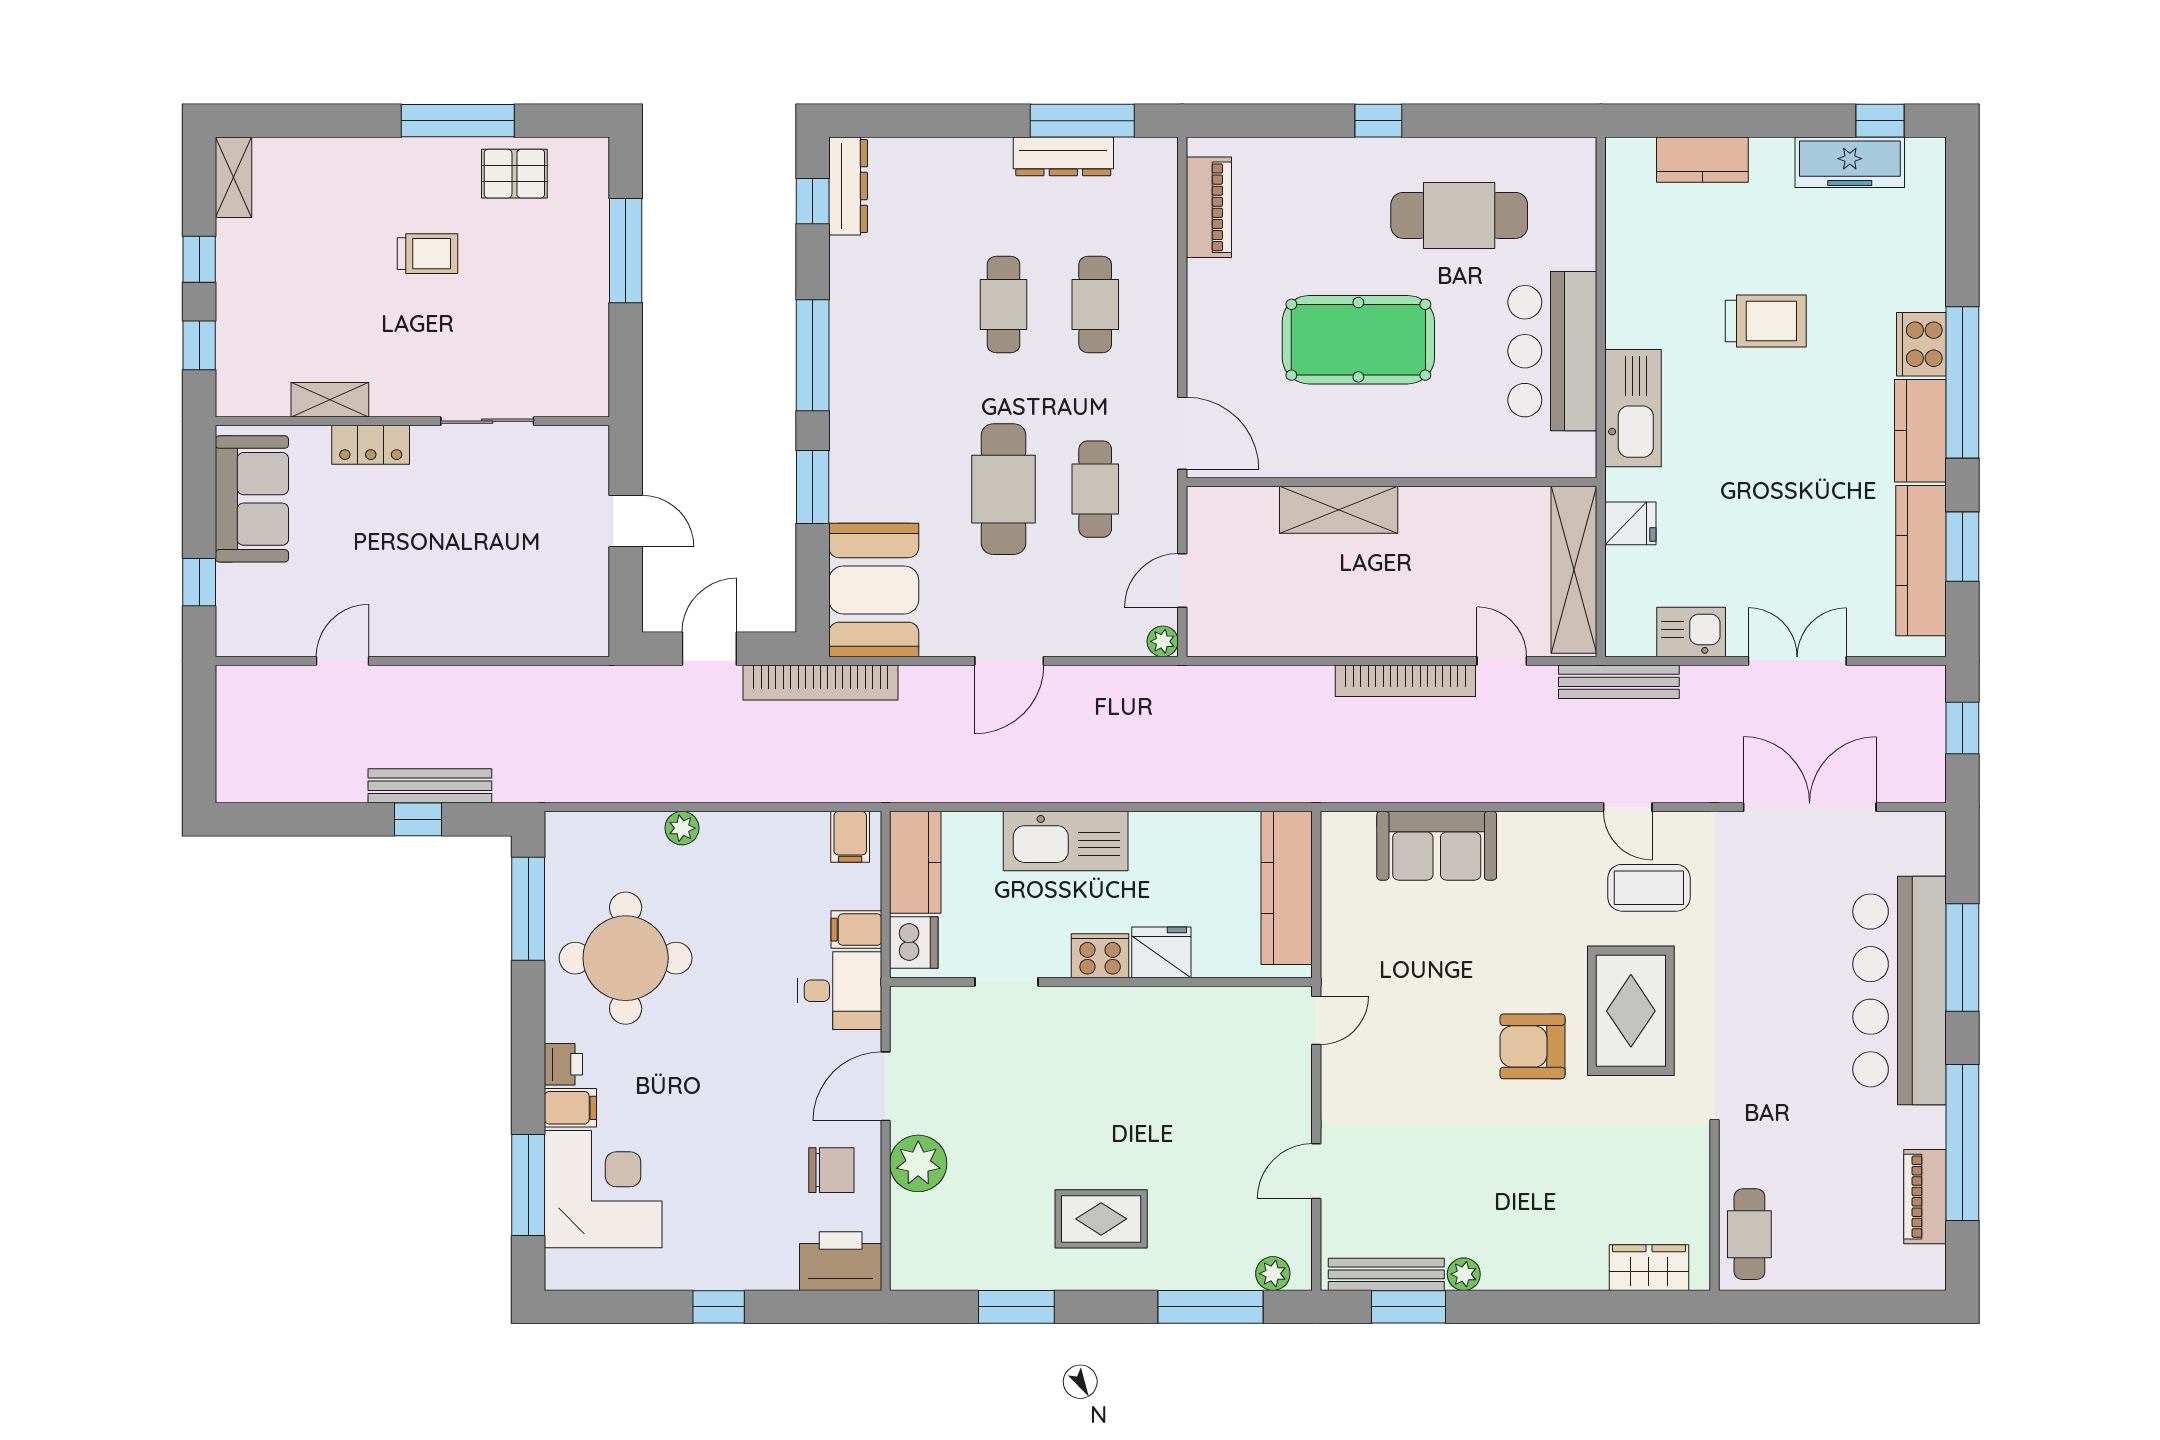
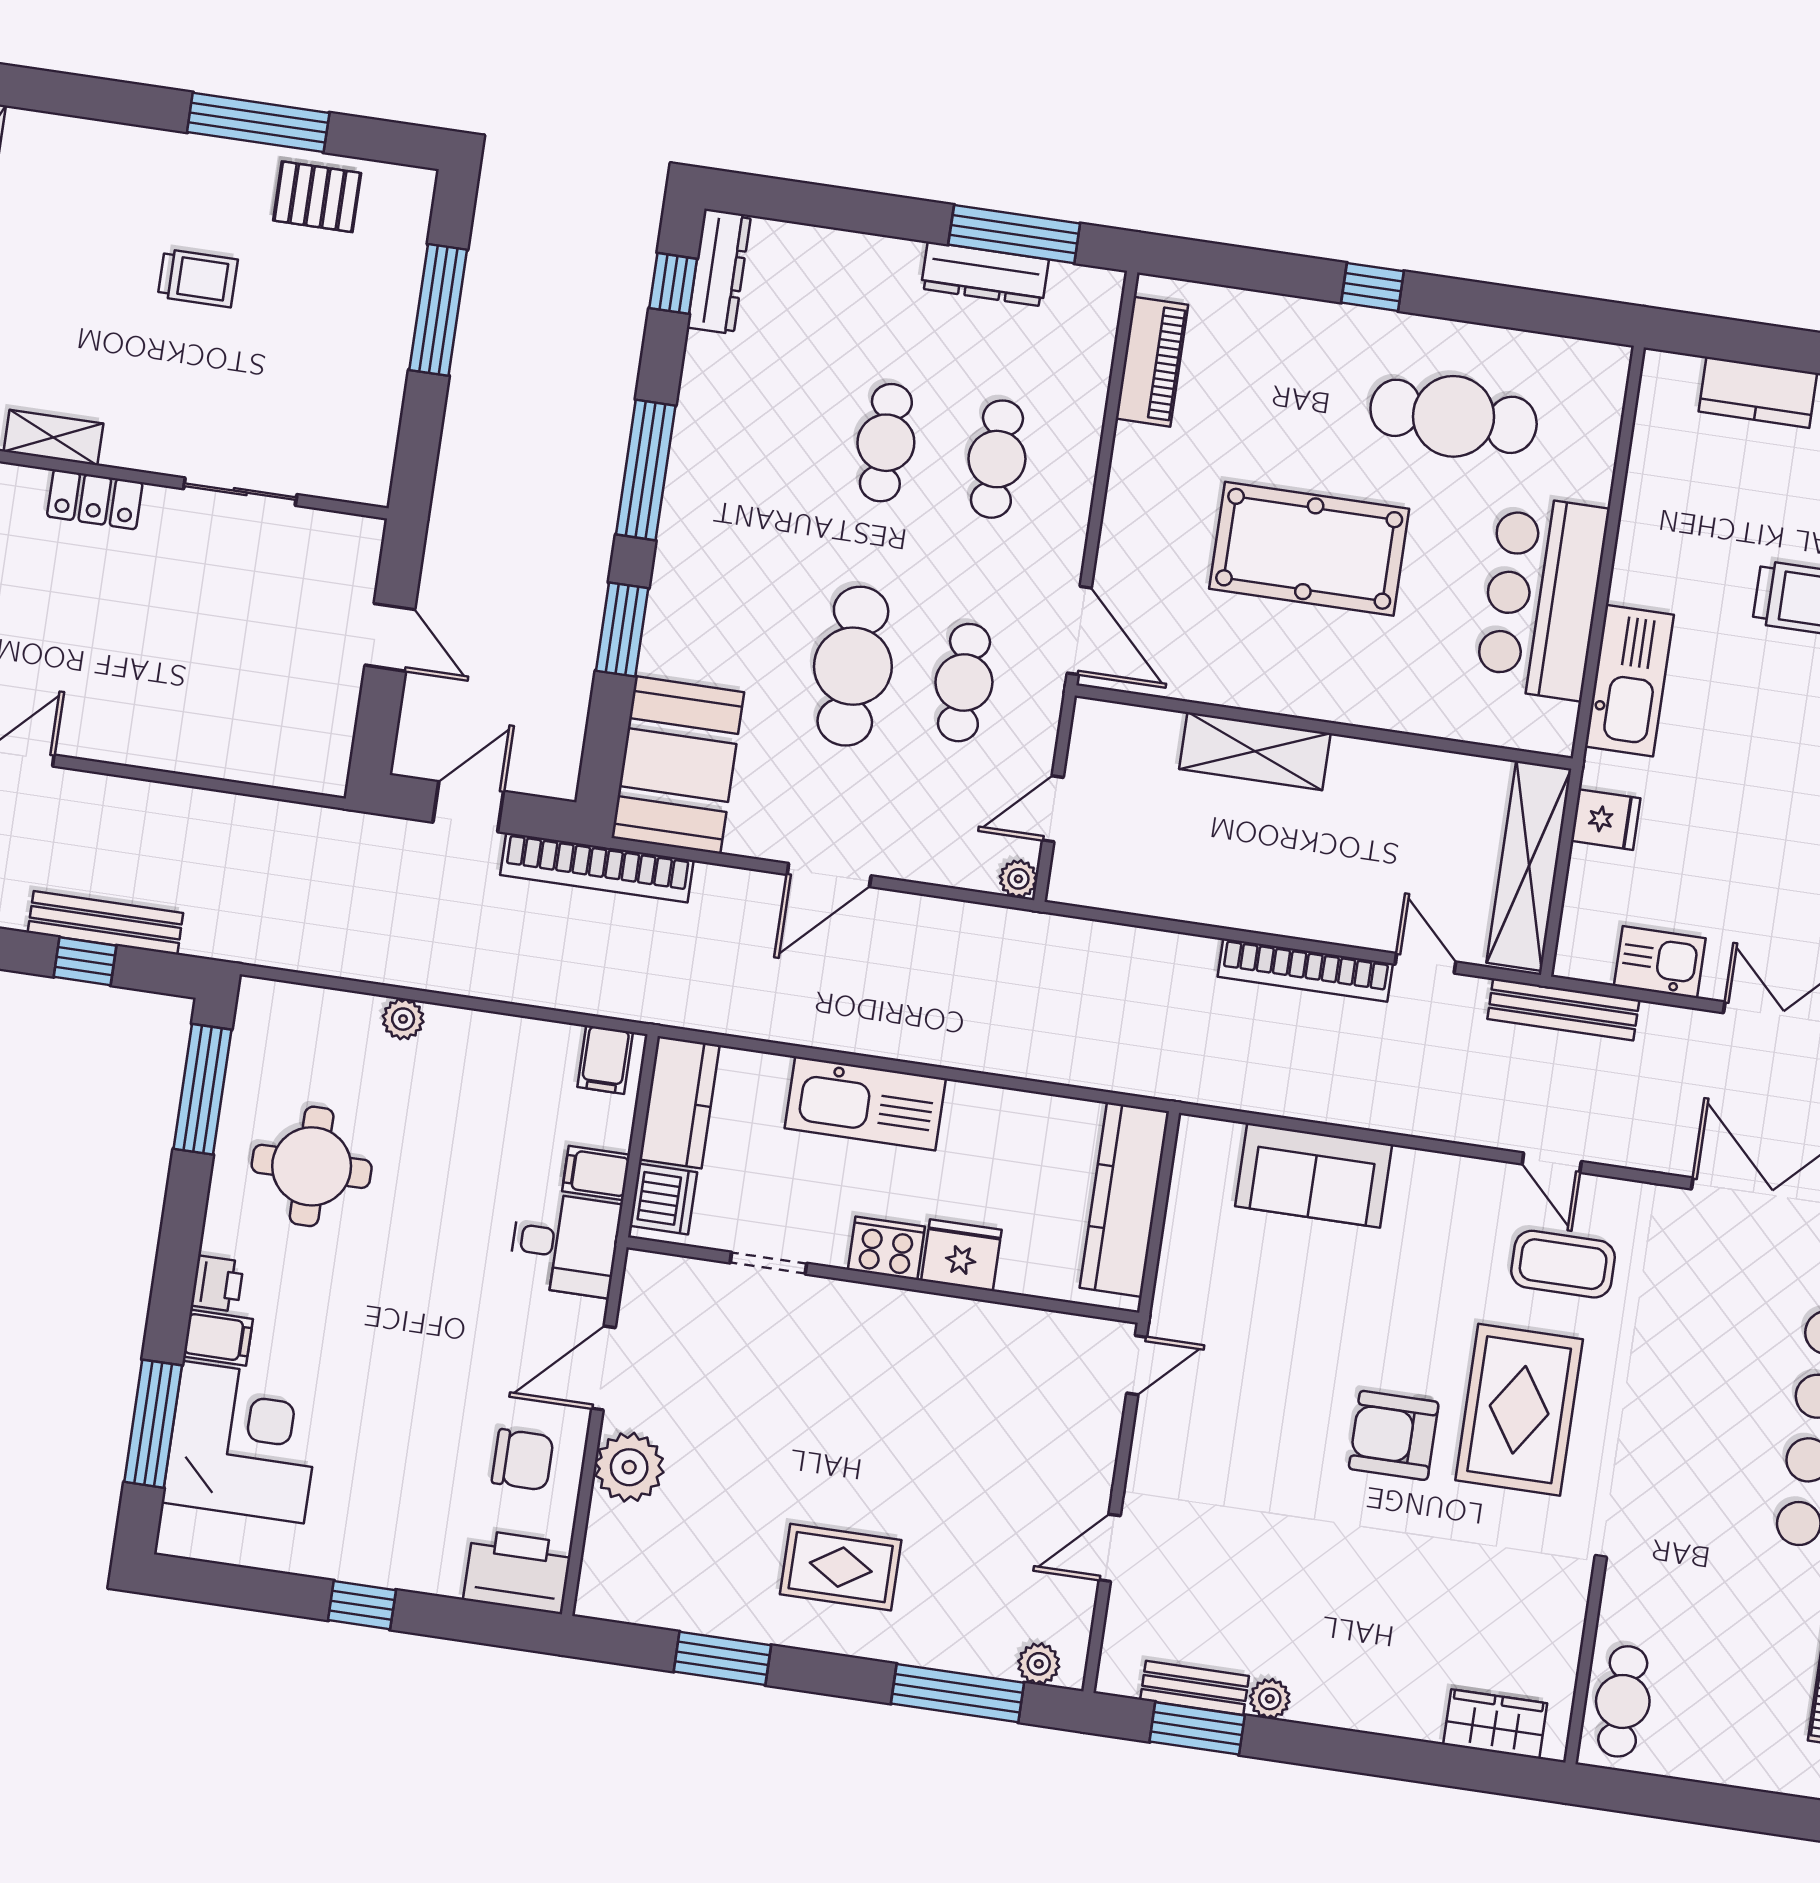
round table: (626, 958) -> (312, 1166), width x0.73, depth x0.73
bench: (1386, 1274) -> (1195, 1688), width x0.73

